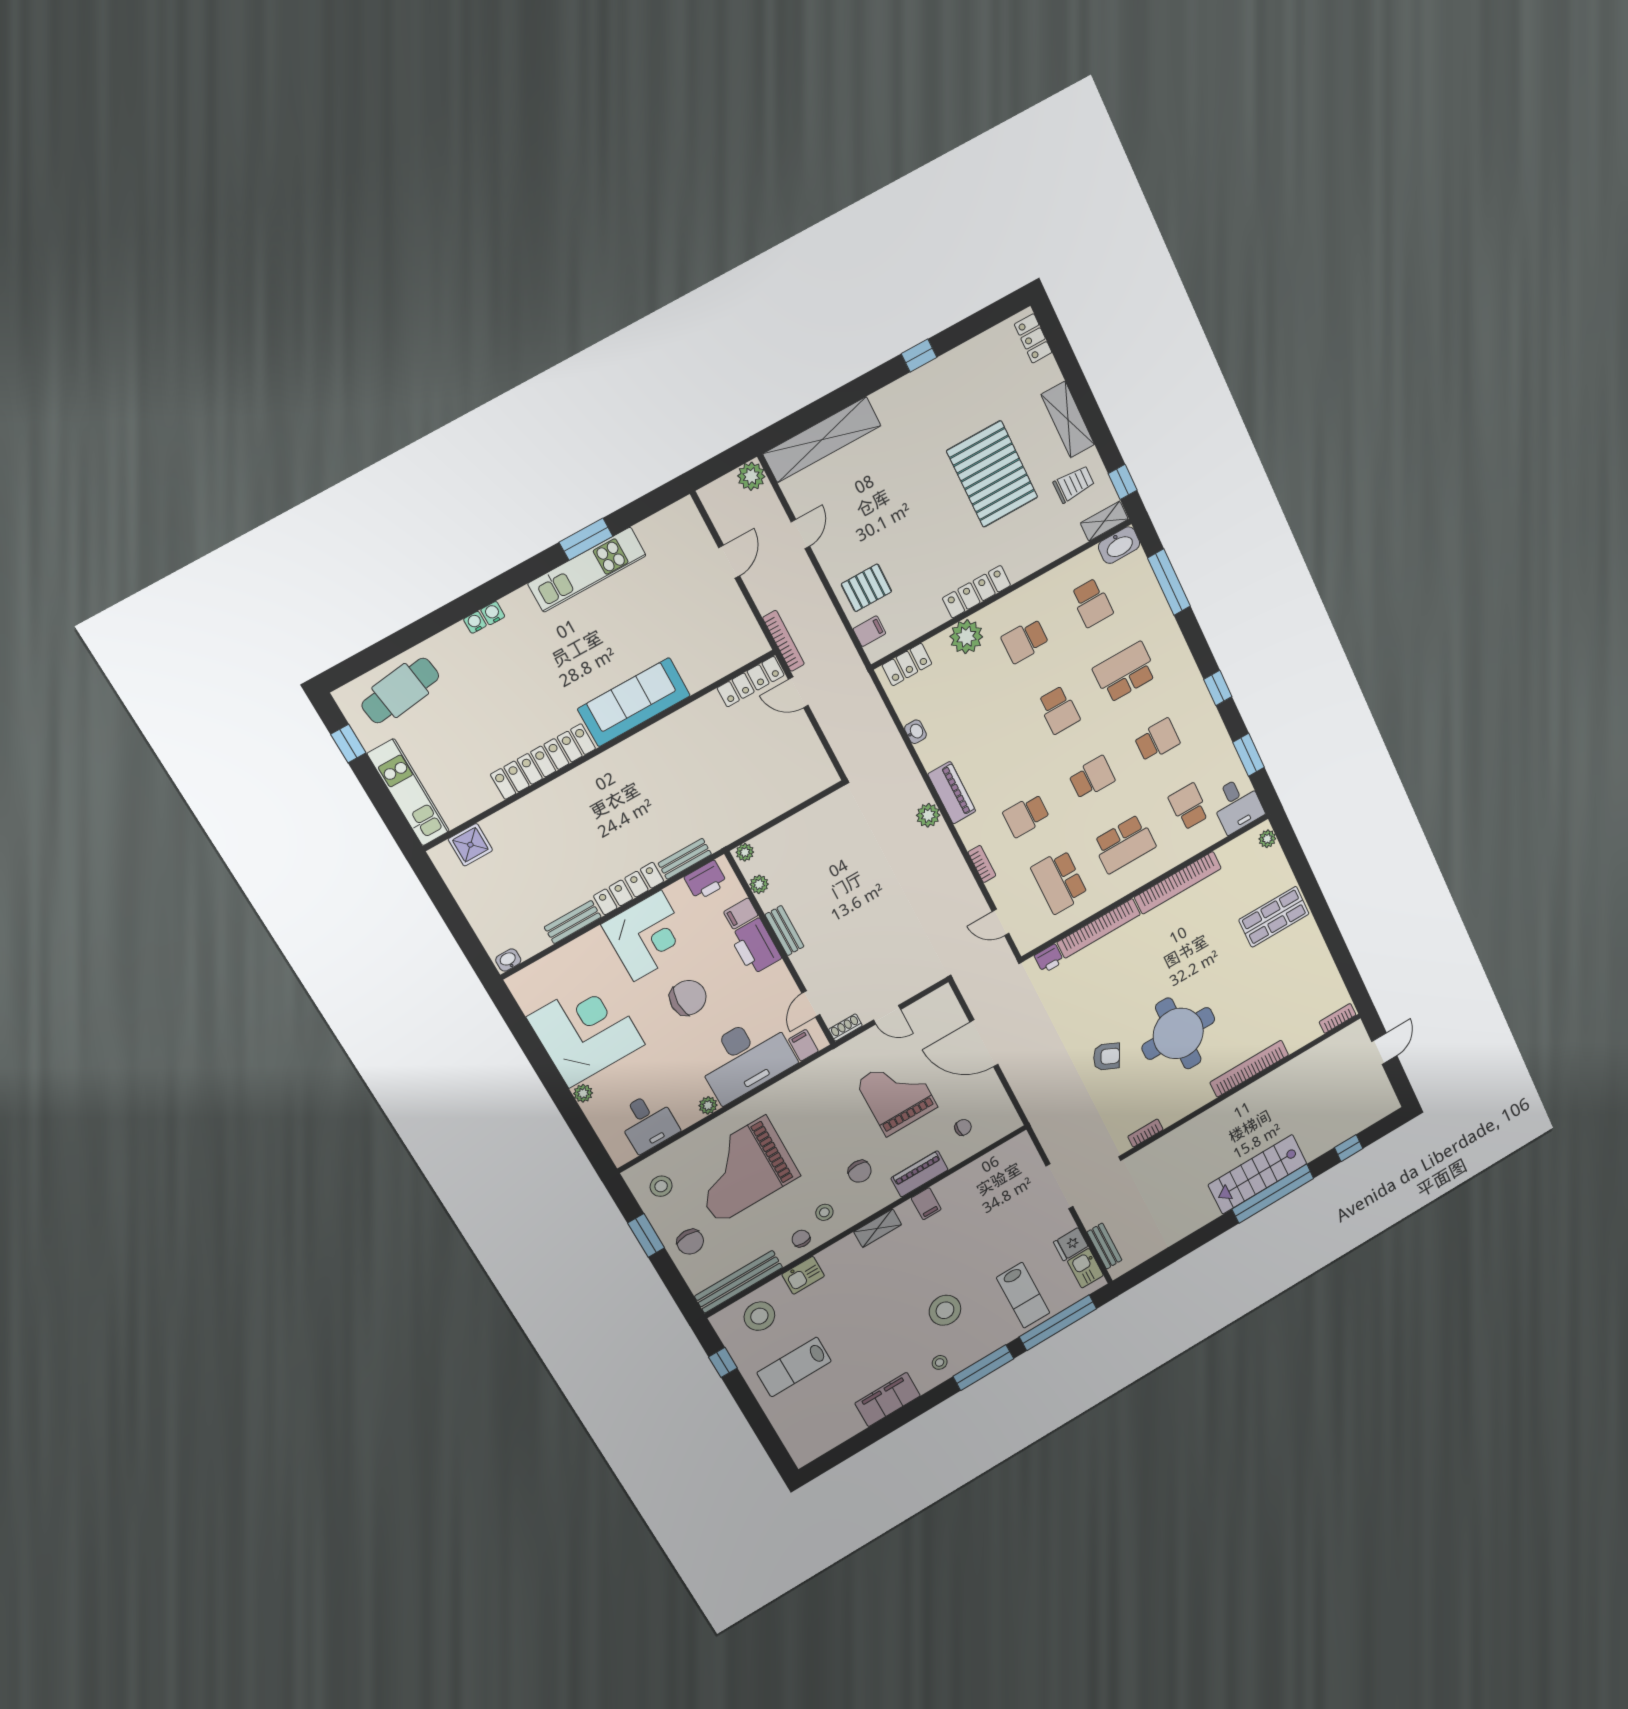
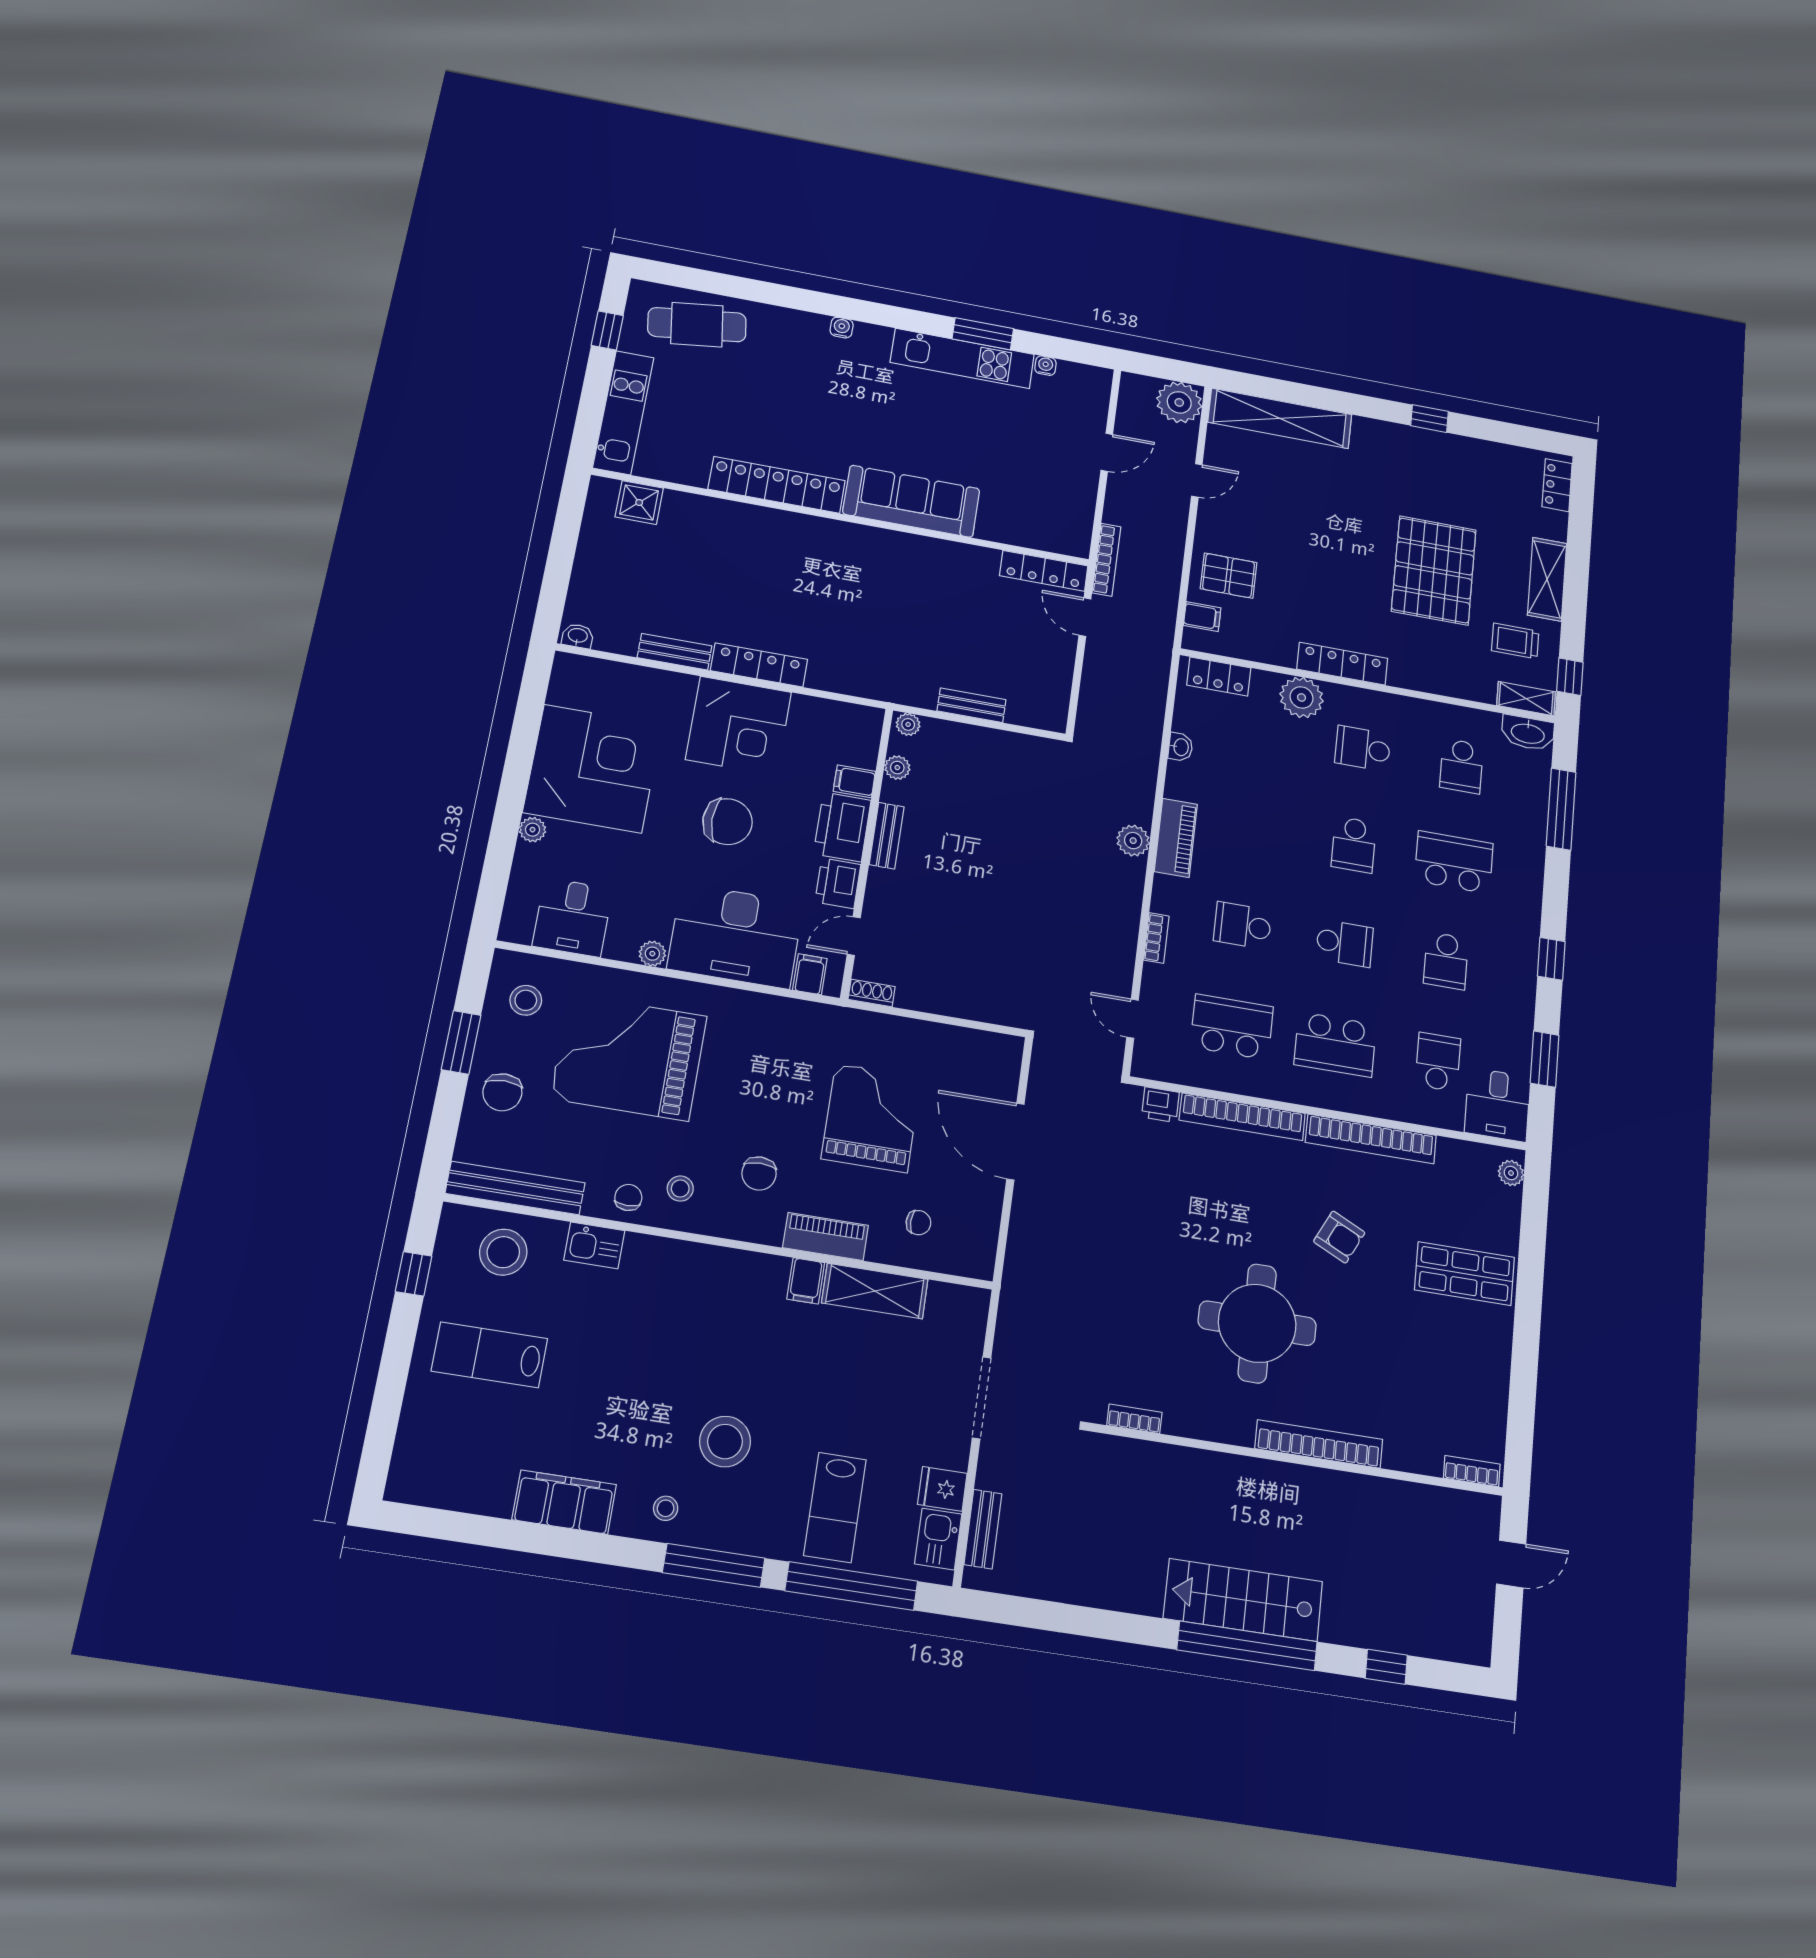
plant: (751, 476) -> (1179, 402), width x1.36, depth x1.36
trolley: (1074, 484) -> (1515, 641), turned 180
water cooler: (475, 622) -> (1045, 366), moved
school desk: (1157, 740) -> (1446, 961), turned 90
bench: (685, 859) -> (971, 705), moved
printer: (706, 880) -> (838, 883), moved, turned 90
school desk: (1059, 881) -> (1232, 1027), turned 90
door: (887, 1015) -> (929, 1017), removed
armchair: (1107, 1057) -> (1339, 1237), moved
shelving: (878, 1228) -> (875, 1291), moved, width x1.50, depth x1.33

